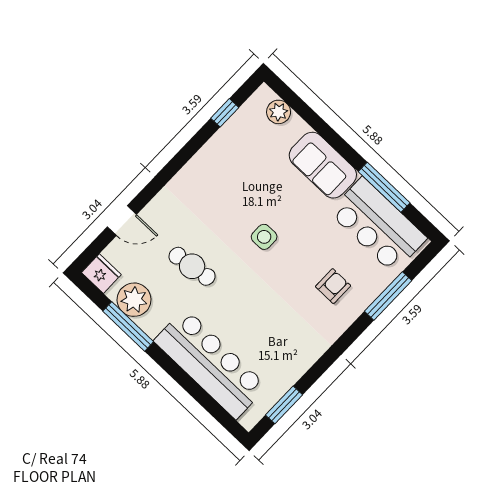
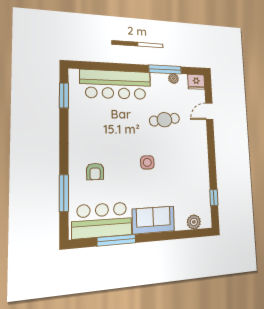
plant: (134, 300) -> (173, 79), width x0.53, depth x0.53

